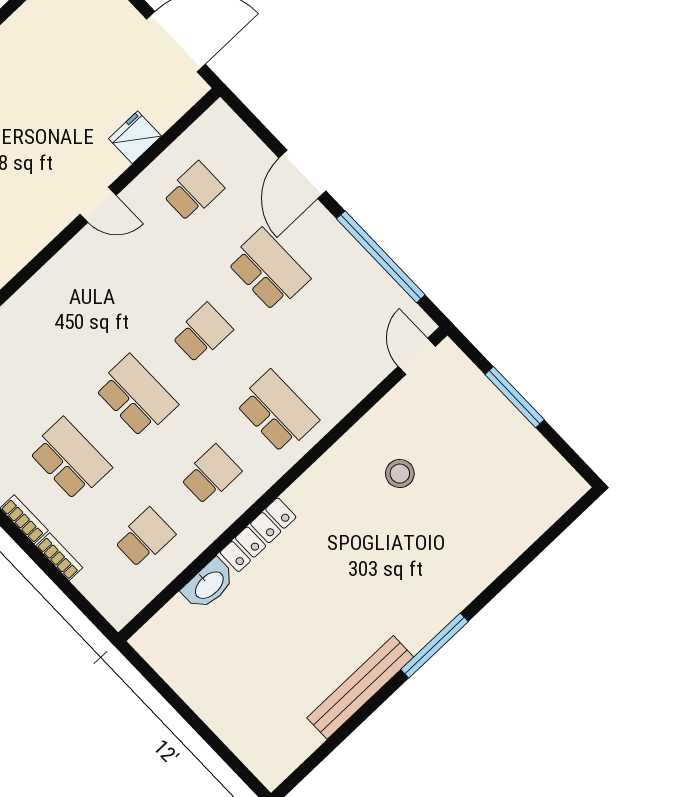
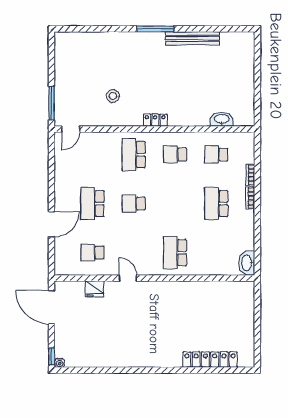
window: (381, 257) -> (51, 173), removed
school desk: (136, 396) -> (175, 253), moved
window: (515, 397) -> (51, 103), moved
locker: (258, 535) -> (155, 120), moved, width x0.66
washbasin: (209, 584) -> (222, 119), moved

